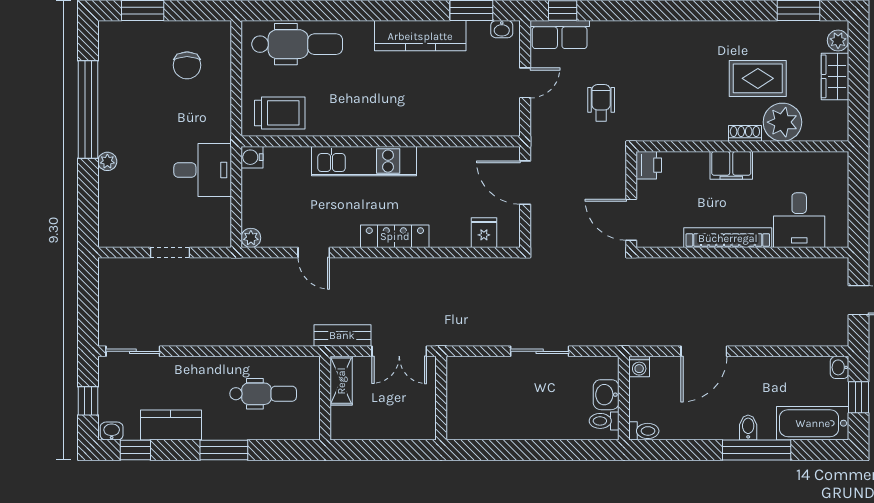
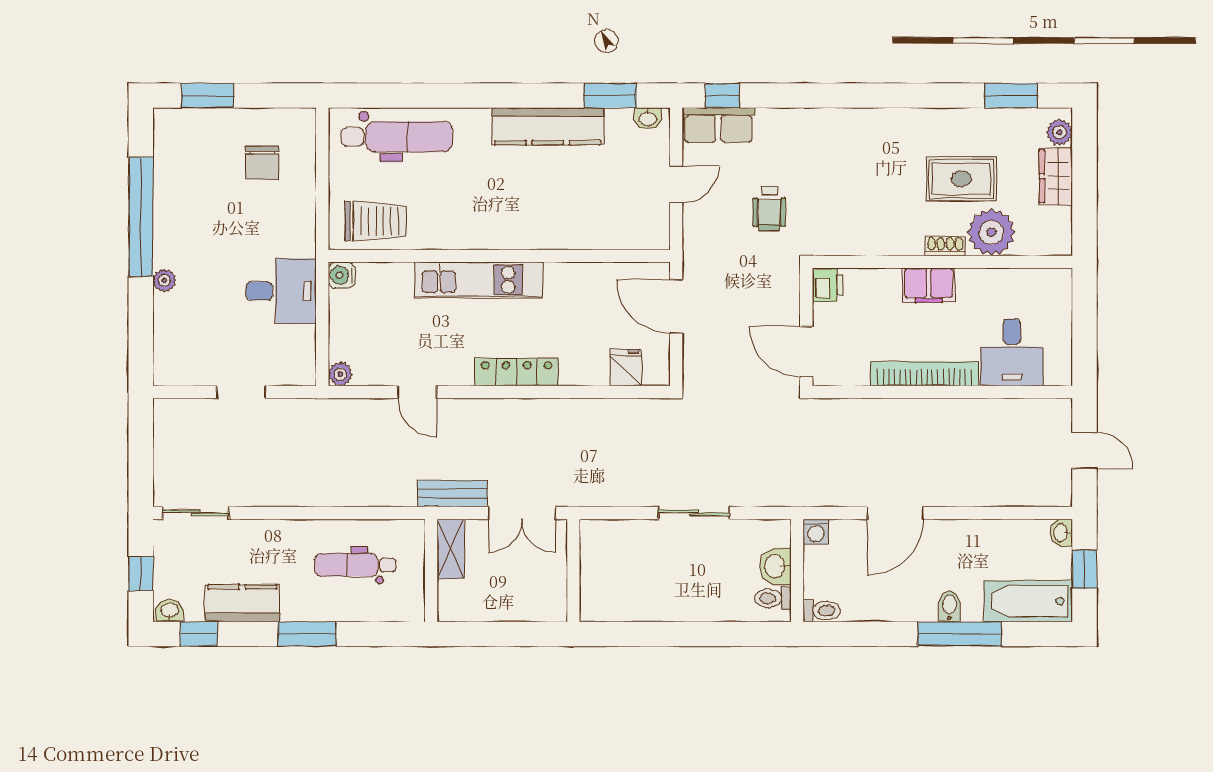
wheelchair: (601, 103) -> (769, 209), turned 180
dental chair: (263, 394) -> (355, 565), turned 180

